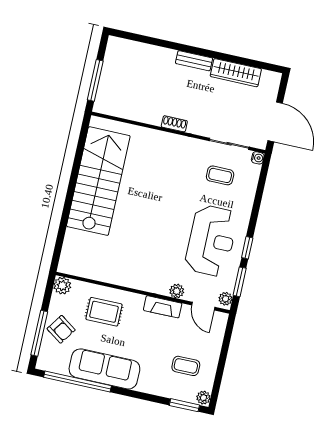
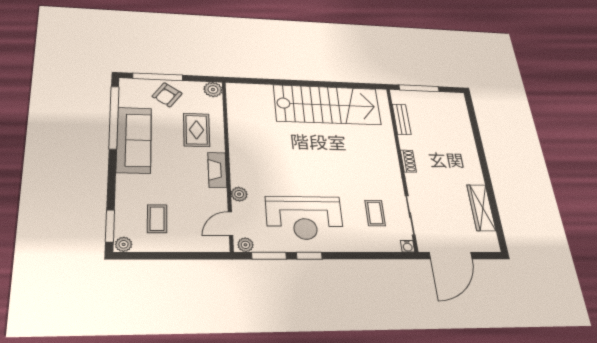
bench: (194, 61) -> (402, 119), moved
fireplace: (163, 307) -> (217, 170), moved

